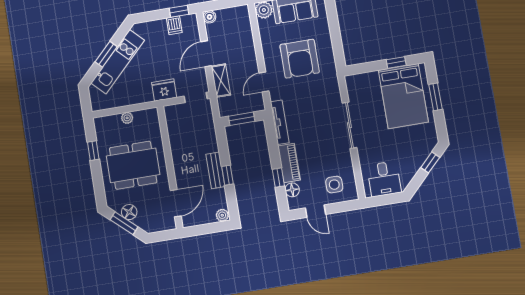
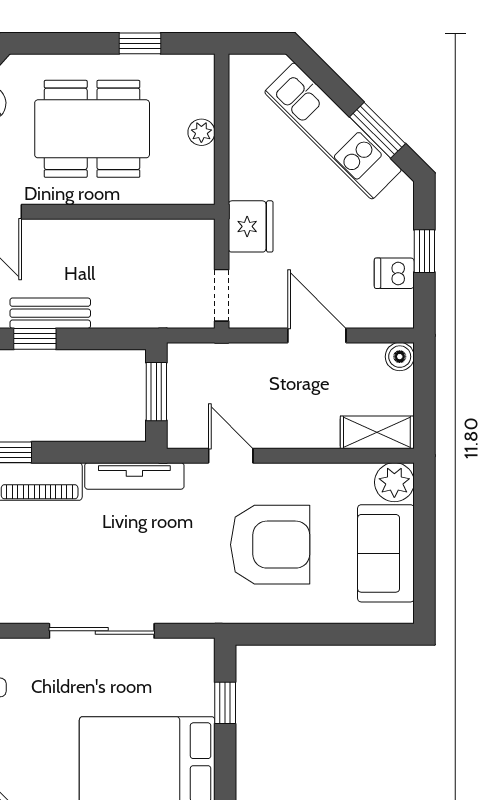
window: (179, 11) -> (424, 251), moved
window: (106, 54) -> (377, 130), moved
armchair: (300, 59) -> (270, 545), turned 180
window: (396, 63) -> (225, 703), moved
shelving: (221, 81) -> (377, 432), moved
dining table: (133, 165) -> (92, 129), turned 90

